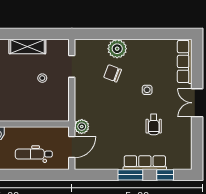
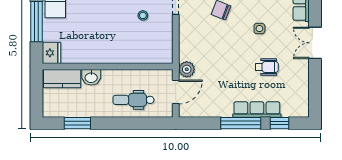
wheelchair: (154, 124) -> (267, 67), turned -90
window: (130, 175) -> (241, 123), width x1.44

